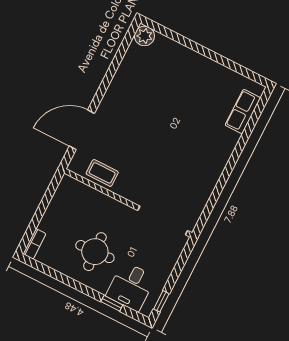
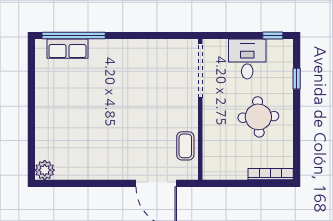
window: (252, 123) -> (74, 36), added
bookcase: (34, 244) -> (271, 174), width x1.56
desk: (131, 286) -> (247, 59), moved, turned -90

